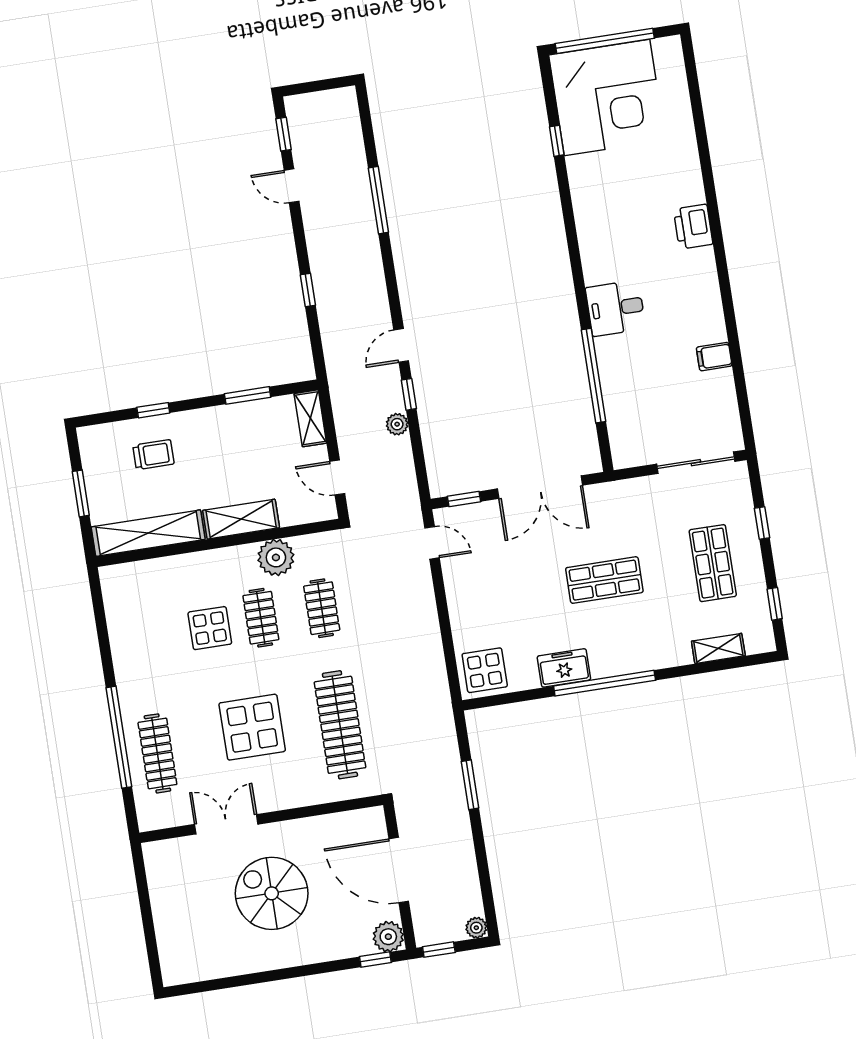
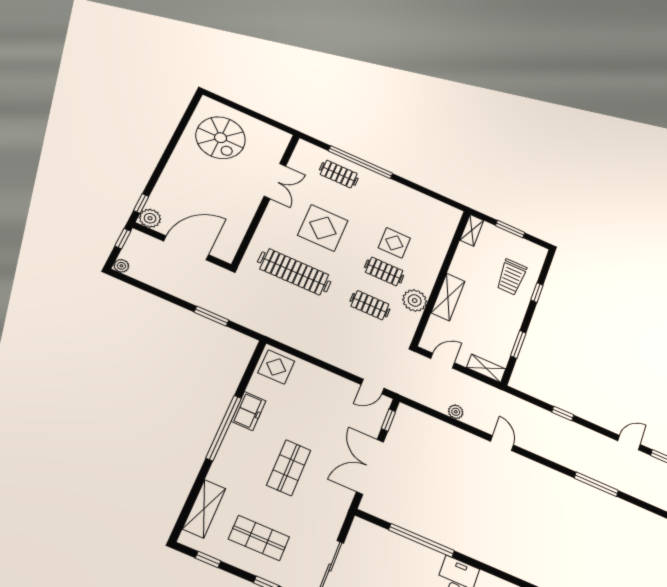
window: (409, 394) -> (470, 429), removed
trolley: (153, 455) -> (511, 277), width x1.36, depth x1.39
shelving: (148, 533) -> (472, 230), width x0.45, depth x0.75
shelving: (718, 648) -> (204, 509), width x1.50, depth x1.33
clothes rail: (157, 753) -> (339, 174), width x0.73
spiral stairs: (272, 893) -> (221, 138), moved, turned 90

